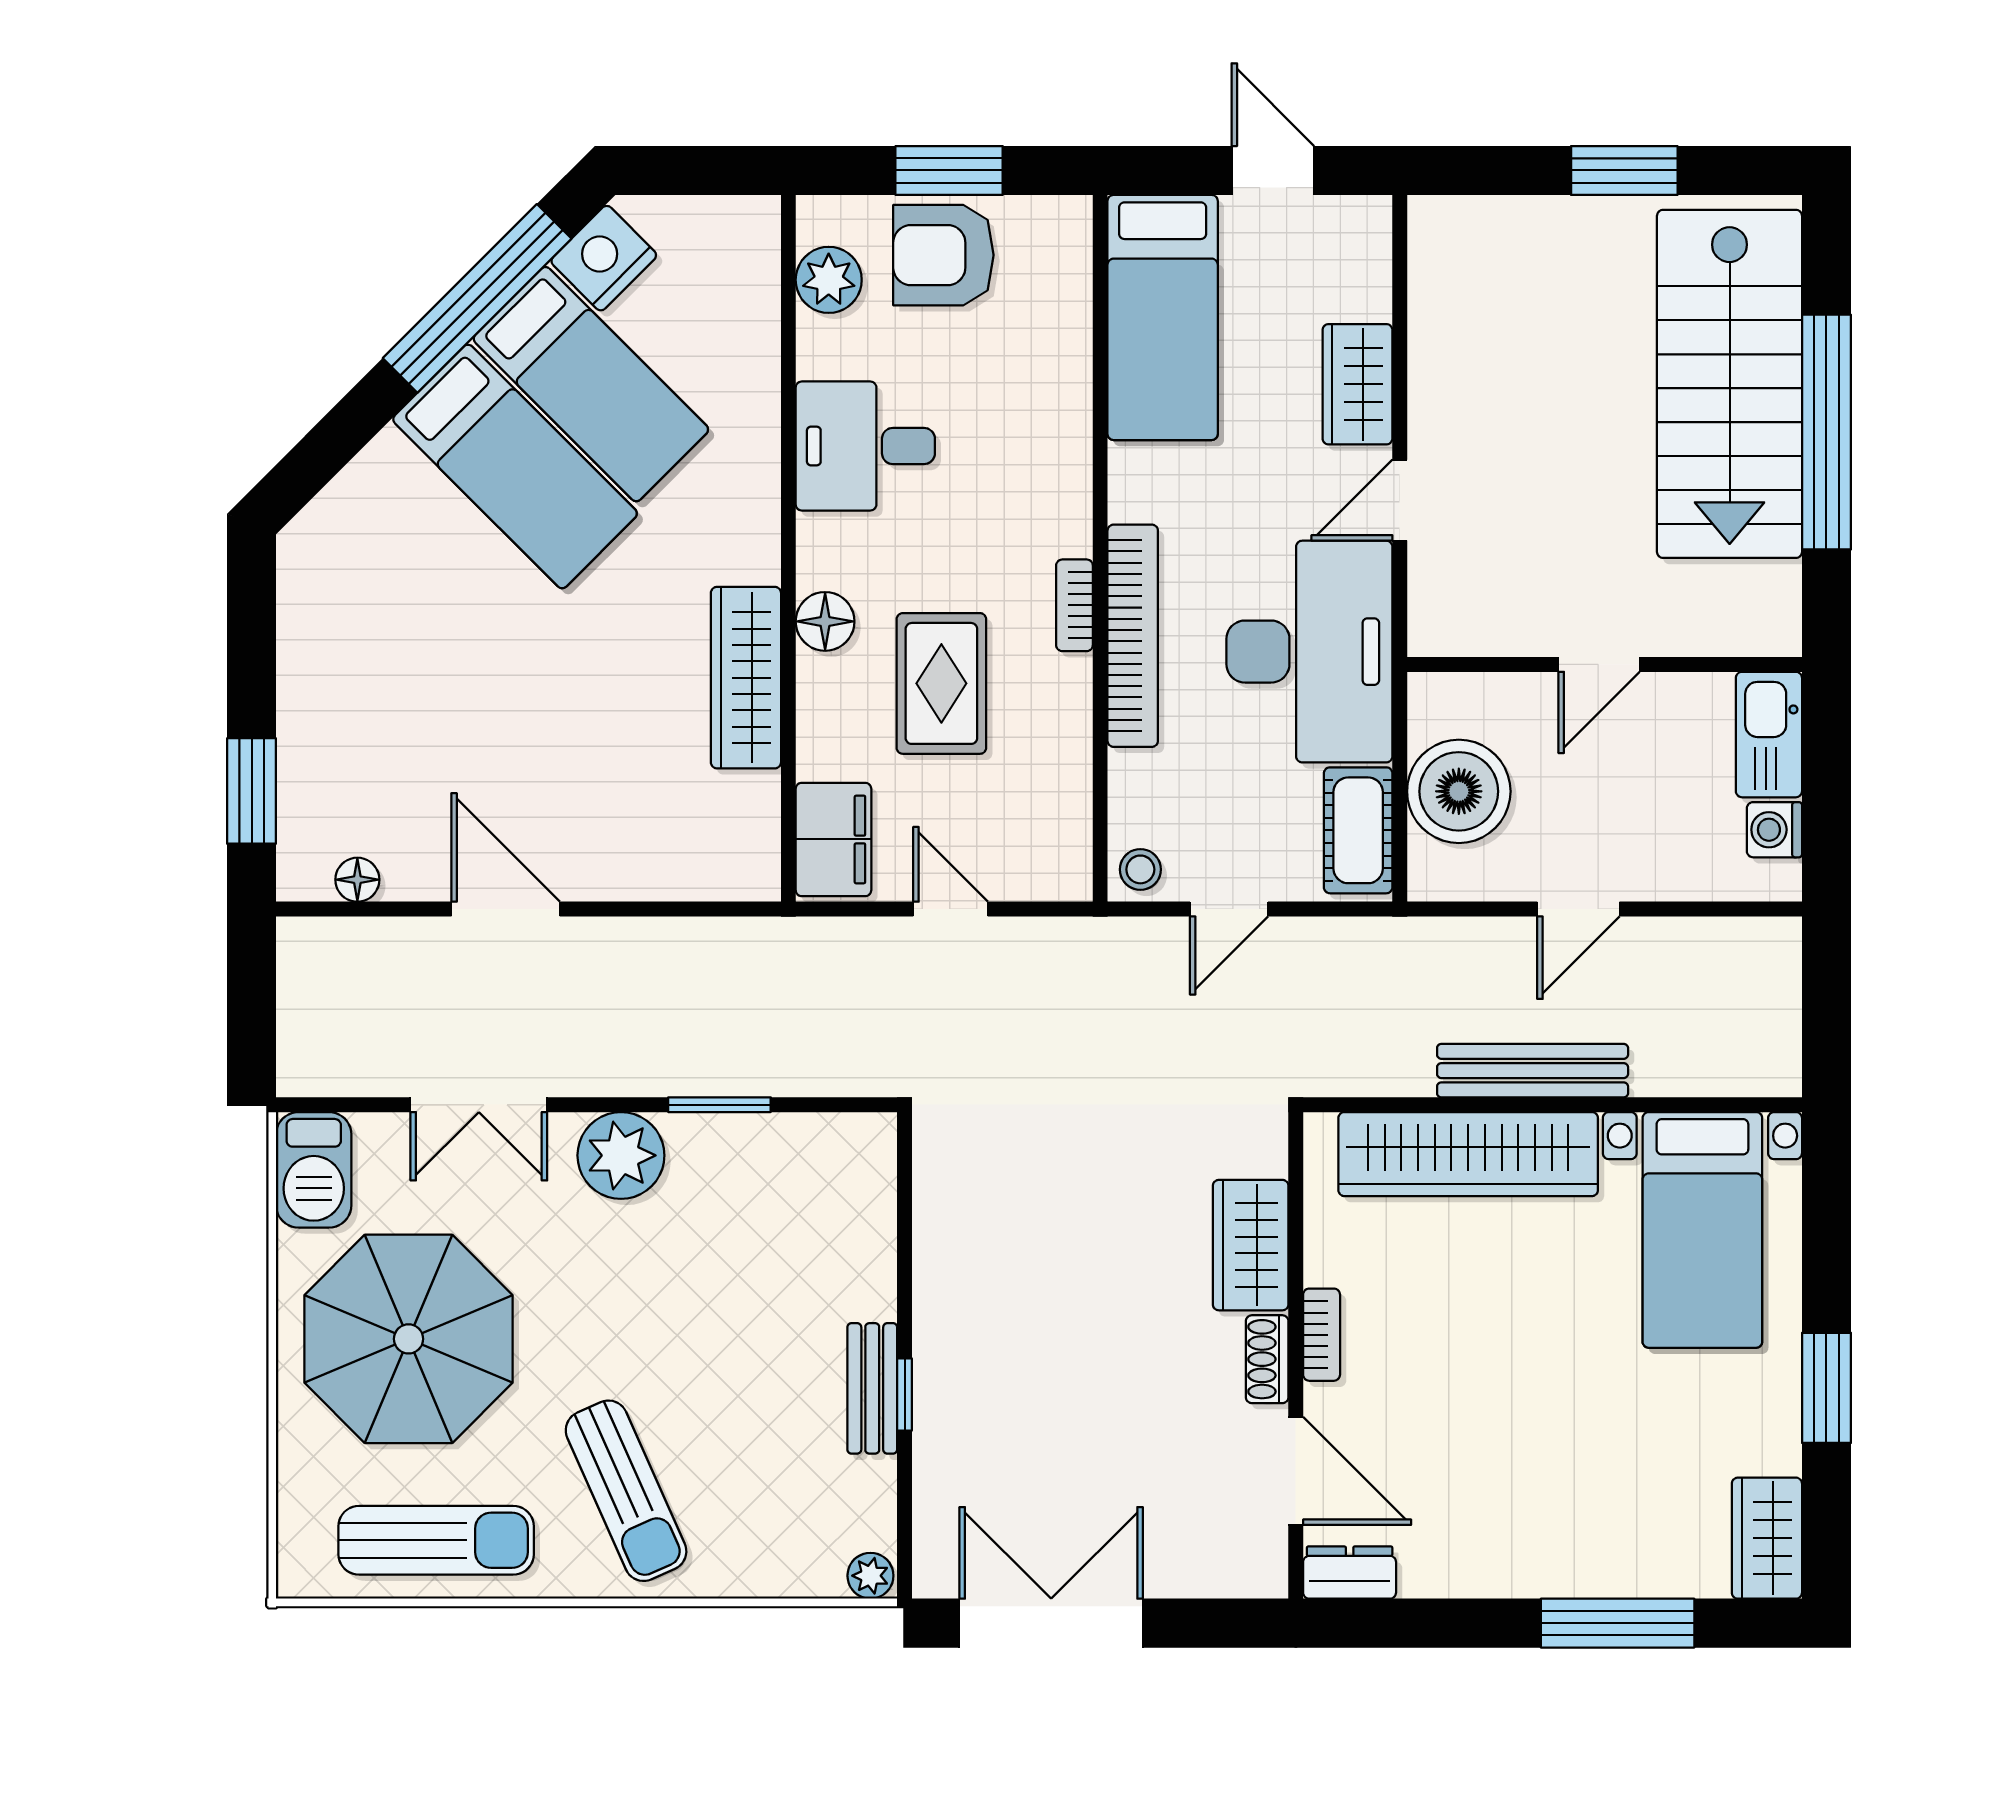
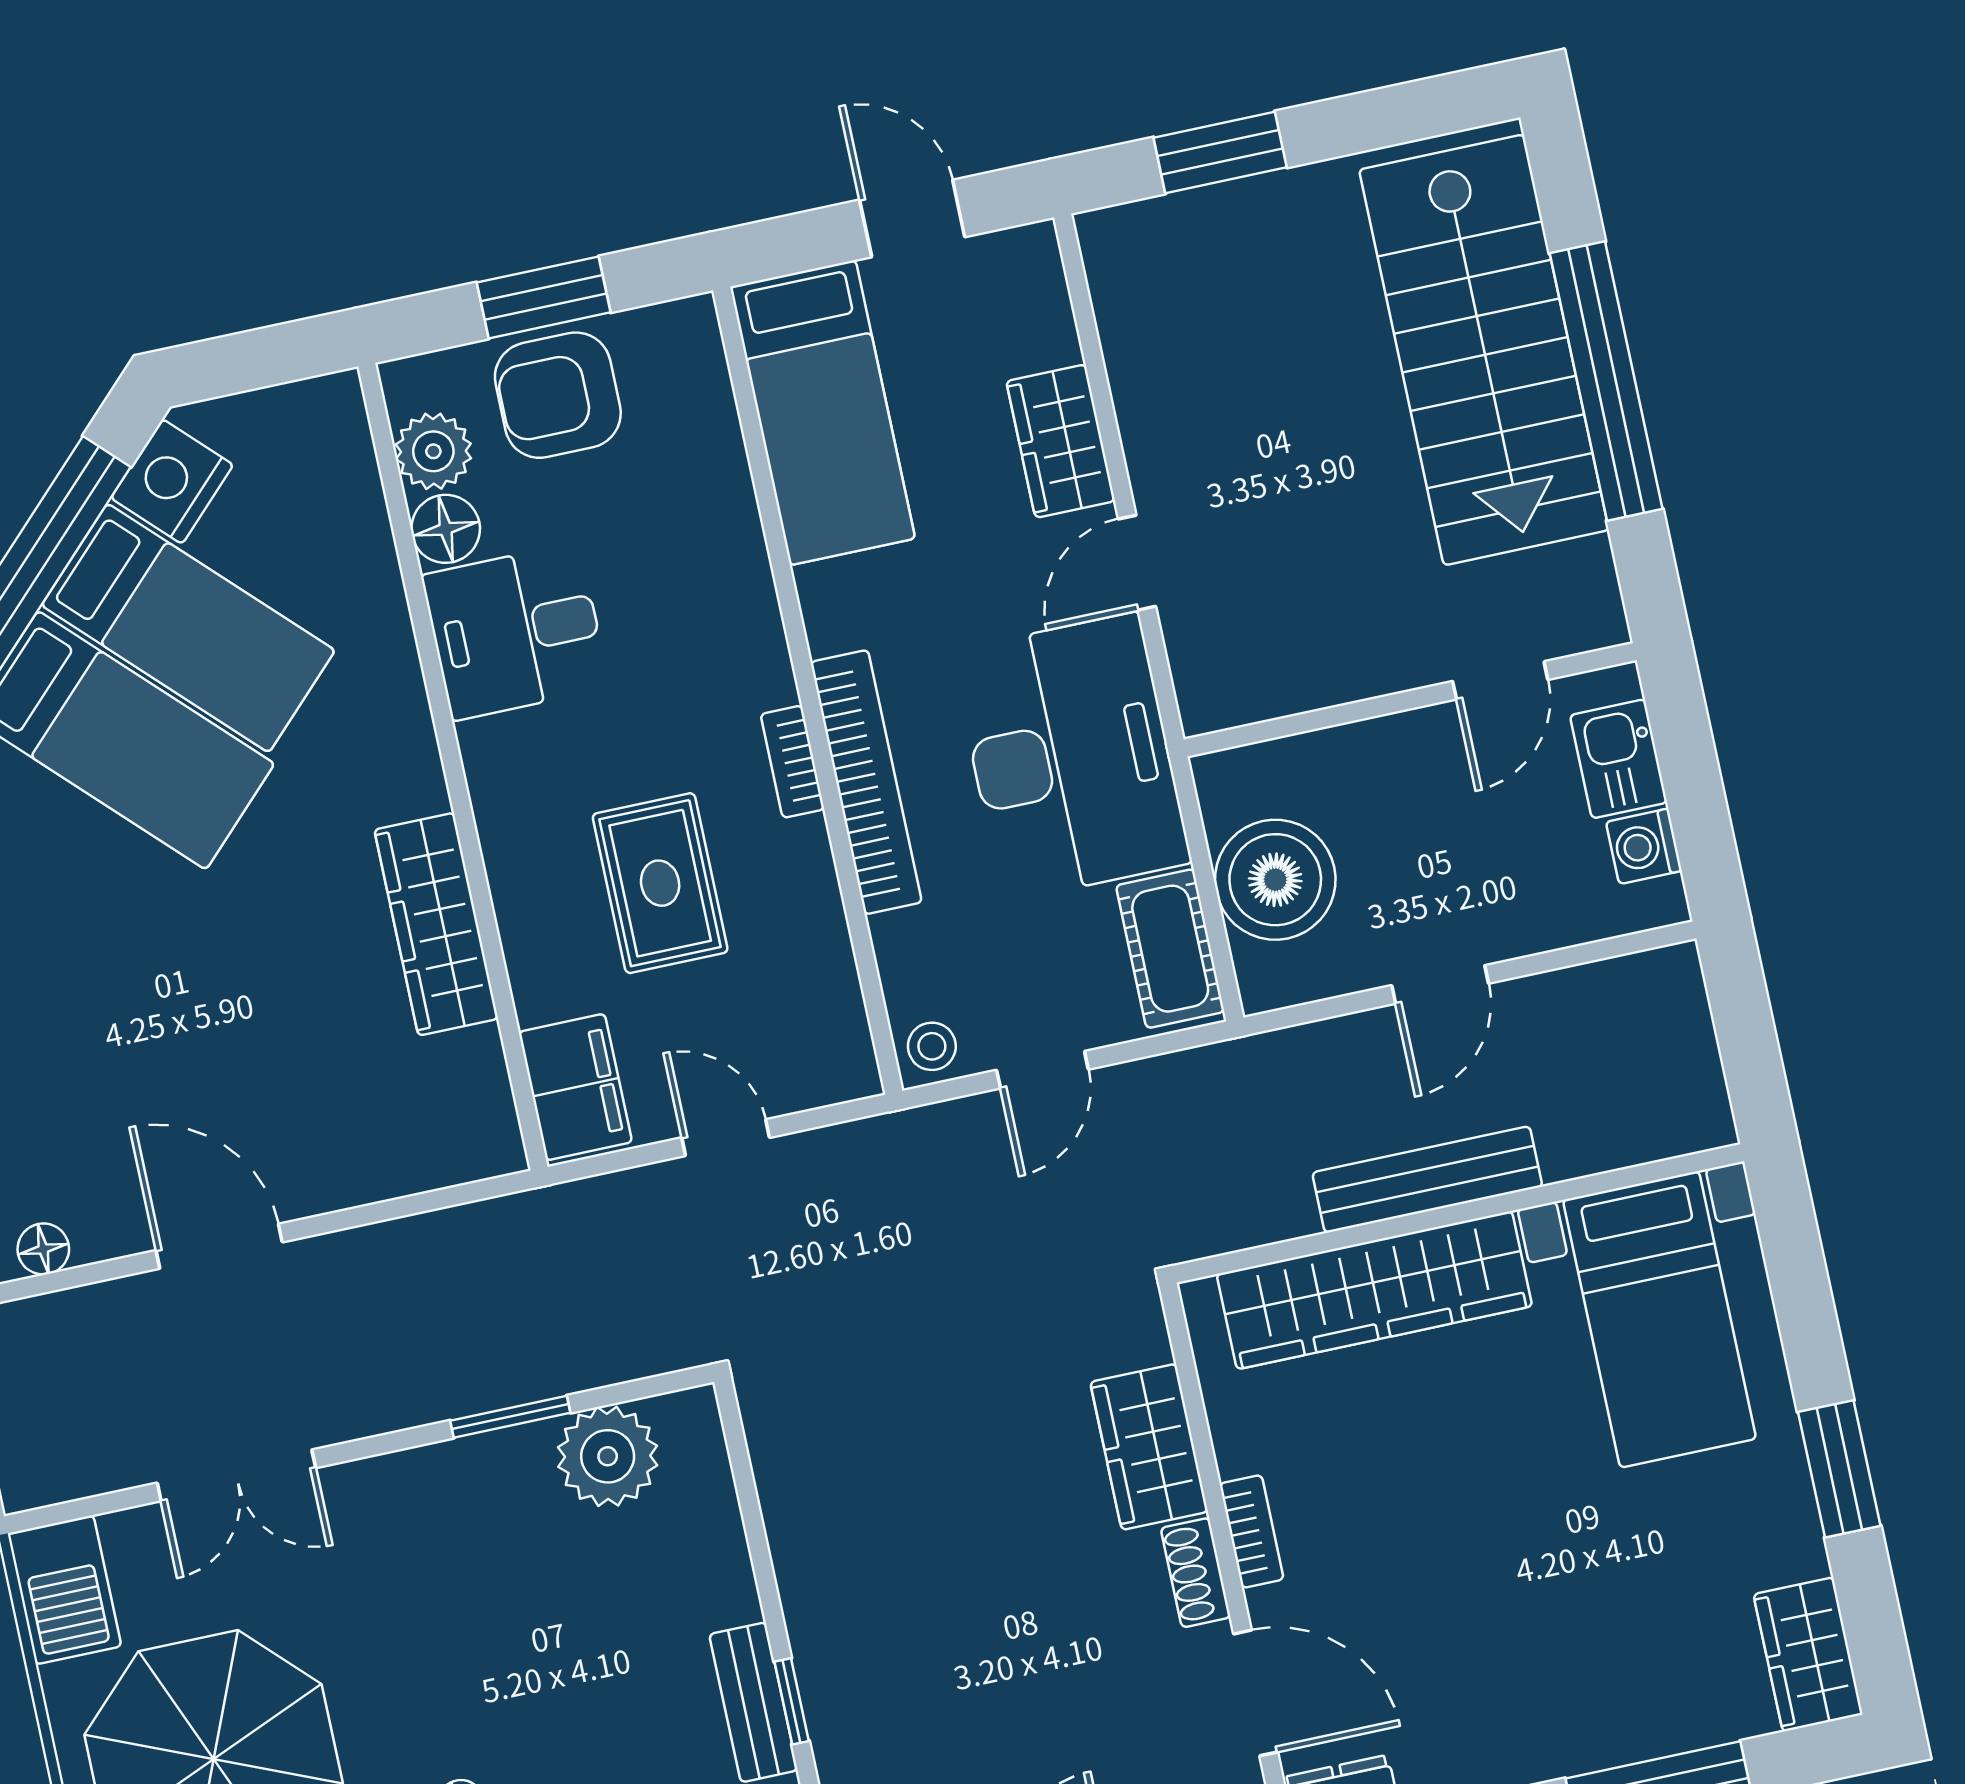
window: (1624, 170) -> (1220, 152), moved
floor lamp: (825, 621) -> (446, 529), moved
door: (1599, 664) -> (1500, 680), moved
kitchen sink: (1769, 735) -> (1619, 759), width x0.73
plant: (621, 1155) -> (608, 1456), moved

